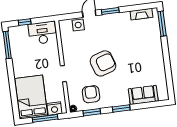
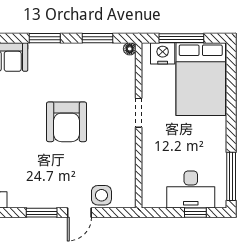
desk: (42, 33) -> (191, 190), moved
armchair: (103, 63) -> (67, 122), turned -72
armchair: (91, 94) -> (95, 70), removed

